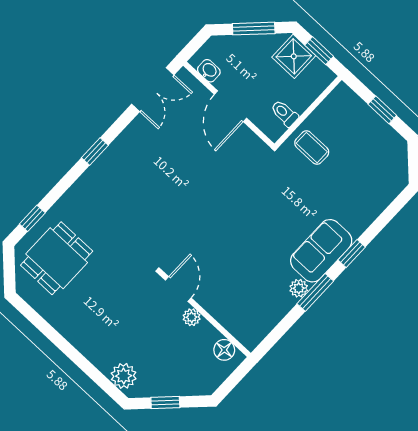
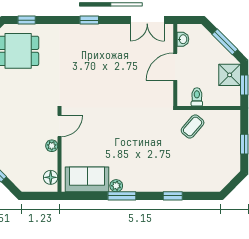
coffee table: (312, 148) -> (193, 126), turned 41
sofa: (321, 251) -> (87, 179), moved
window: (352, 253) -> (173, 196), moved

